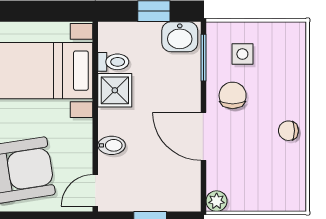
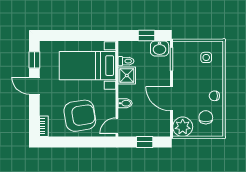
side table: (242, 54) -> (206, 57), moved
chair: (233, 95) -> (206, 117), moved
plant: (217, 201) -> (183, 127), width x1.88, depth x1.88

